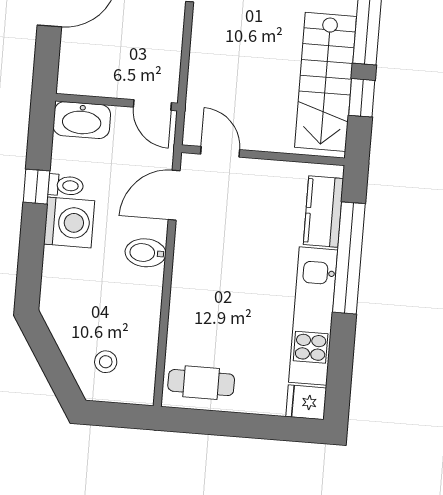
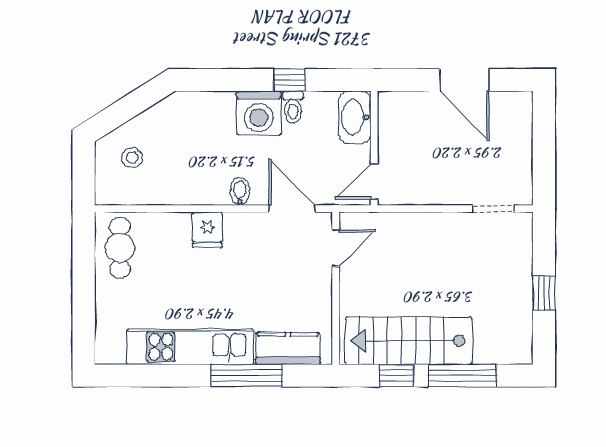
bidet: (146, 253) -> (240, 191), width x0.72, depth x0.74
window: (349, 258) -> (247, 376), width x0.68
fridge: (306, 402) -> (207, 230), moved, turned 180

